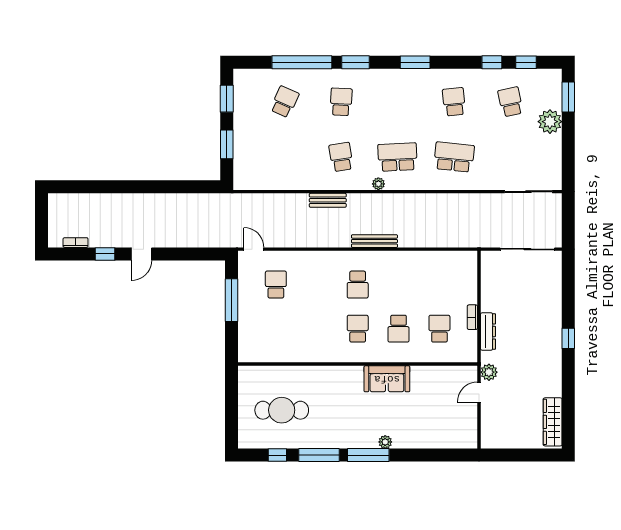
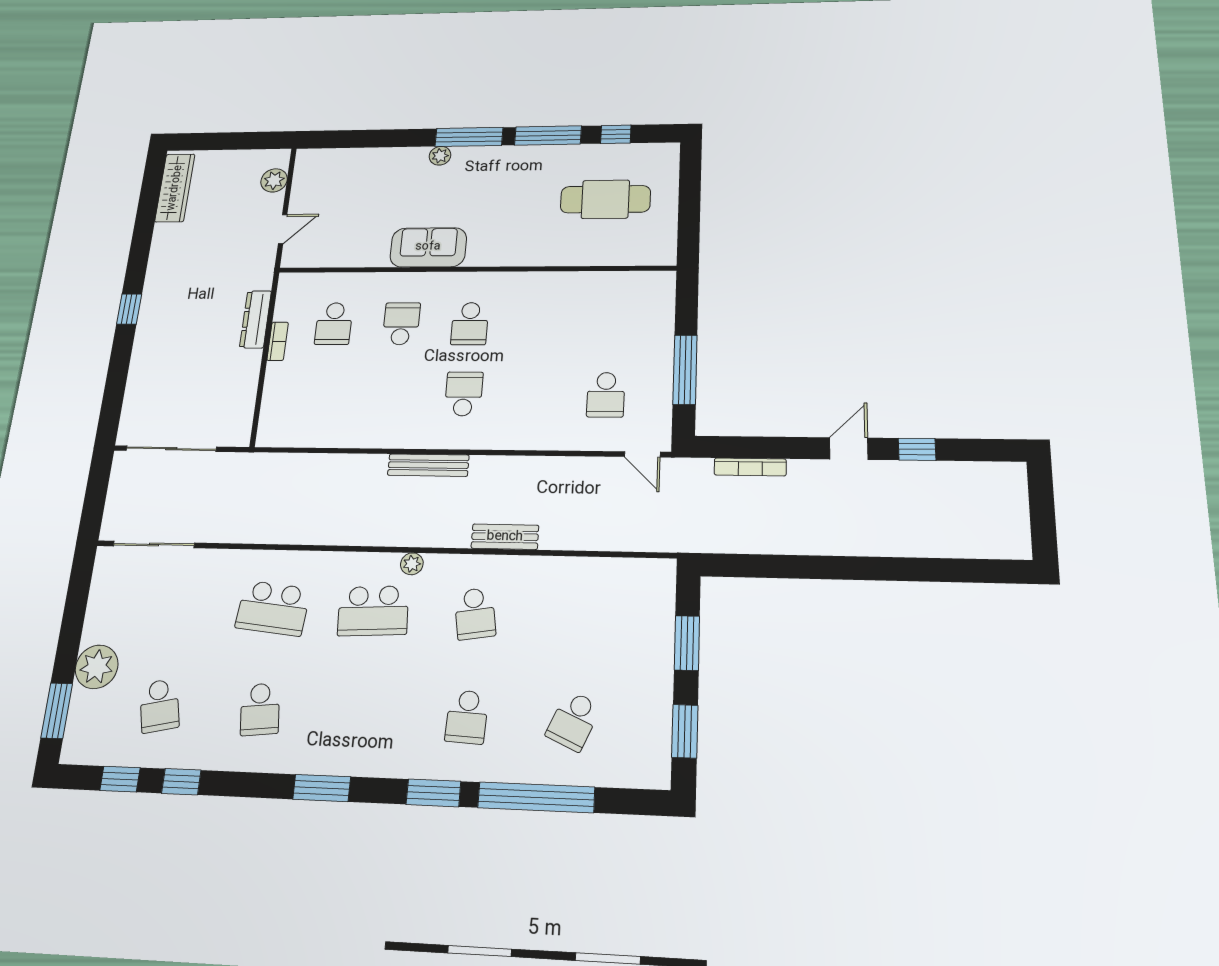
bookcase: (76, 243) -> (750, 467), moved, width x1.56
plant: (489, 372) -> (274, 180), moved

